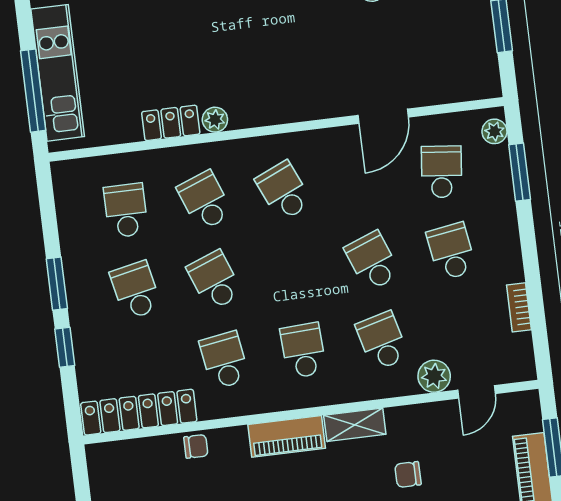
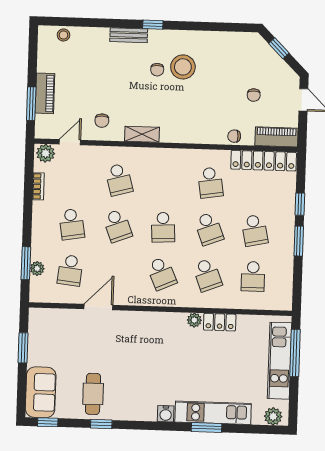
plant: (494, 131) -> (37, 268), moved
school desk: (303, 350) -> (163, 227), moved
plant: (434, 376) -> (46, 153), moved
piano: (287, 436) -> (276, 137), moved
chair: (408, 474) -> (102, 121), moved, turned 90

